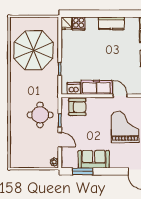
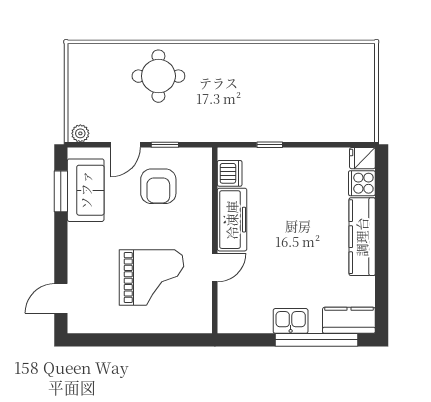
kitchen counter: (111, 23) -> (362, 237), width x1.50
parasol: (33, 50) -> (307, 91), removed
armchair: (77, 107) -> (158, 186), moved
round table: (40, 115) -> (158, 76), moved
sofa: (94, 159) -> (86, 190), moved

